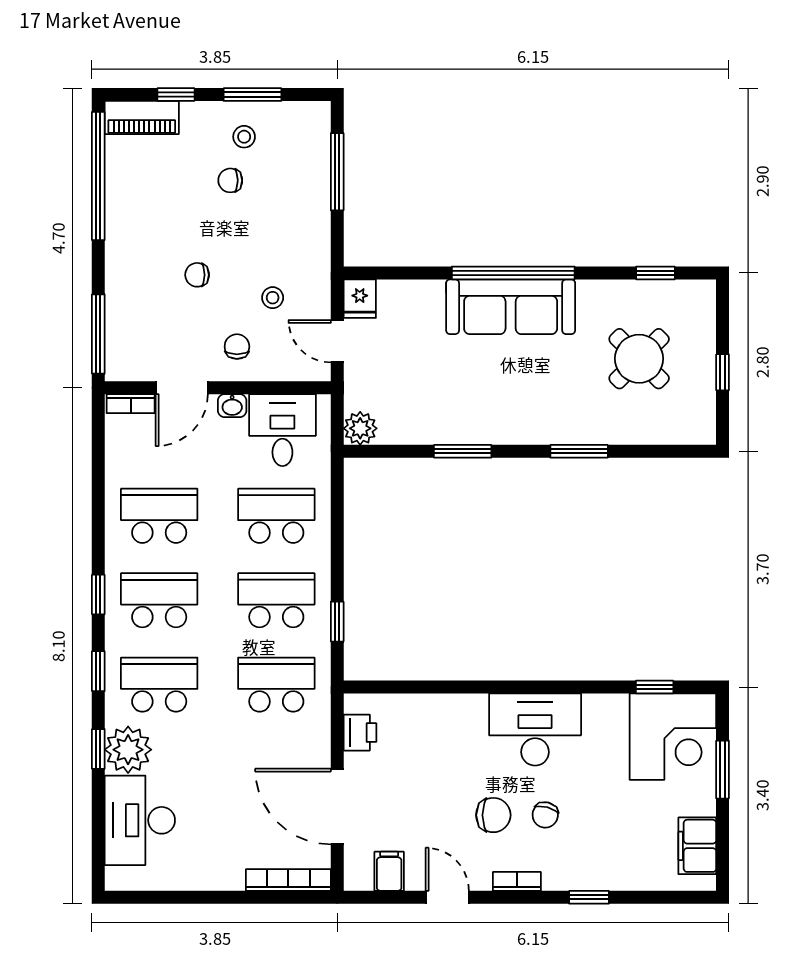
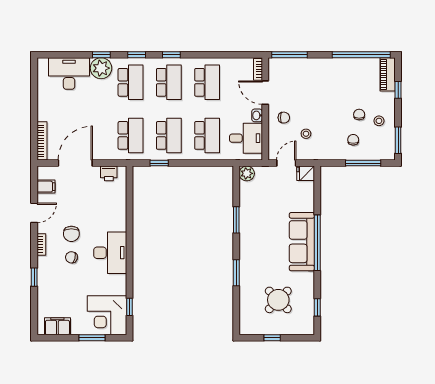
window: (252, 95) -> (398, 140), moved
chair: (197, 275) -> (353, 140), moved

